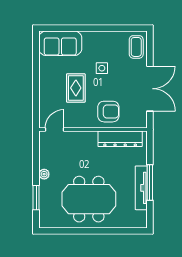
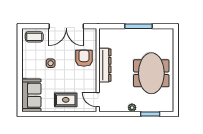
rug: (76, 88) -> (66, 100), moved
double door: (150, 89) -> (66, 26), swing flipped
dresser: (120, 139) -> (105, 65), moved
tv unit: (141, 188) -> (143, 33), removed

